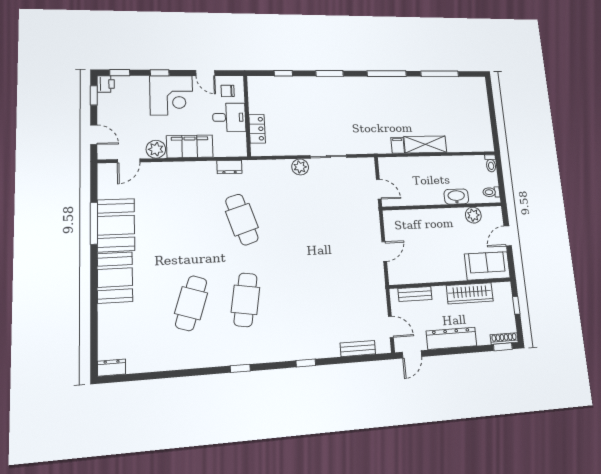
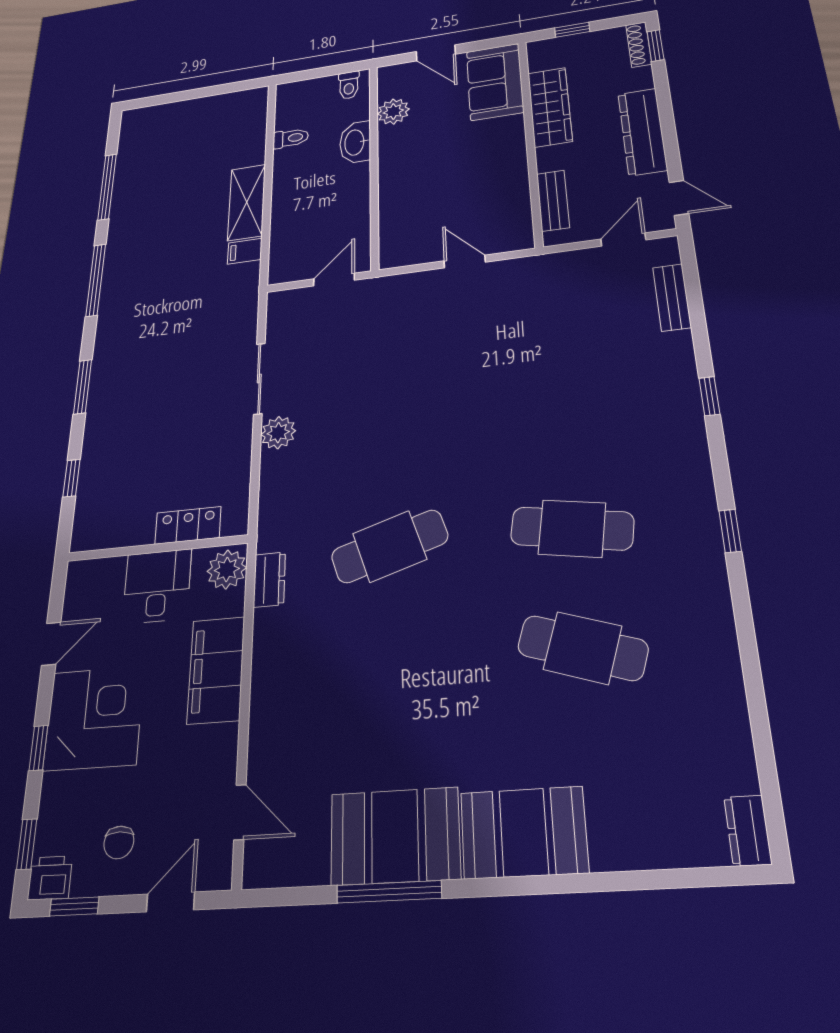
chair: (228, 91) -> (119, 842), moved
plant: (156, 149) -> (227, 570), moved
toilet: (491, 163) -> (291, 138), moved

